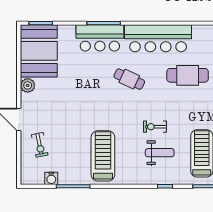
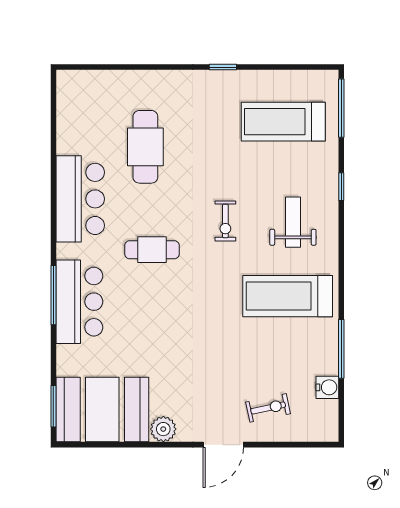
bar counter: (158, 38) -> (80, 199), width x0.73
cafe table: (129, 79) -> (152, 250), turned 65
exercise bike: (155, 127) -> (225, 221), moved
weight bench: (160, 153) -> (293, 222), moved

